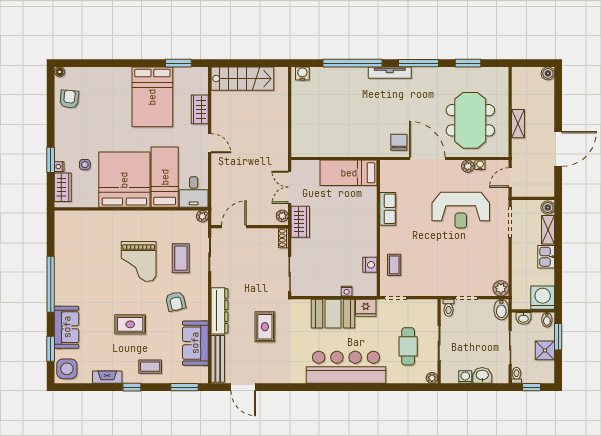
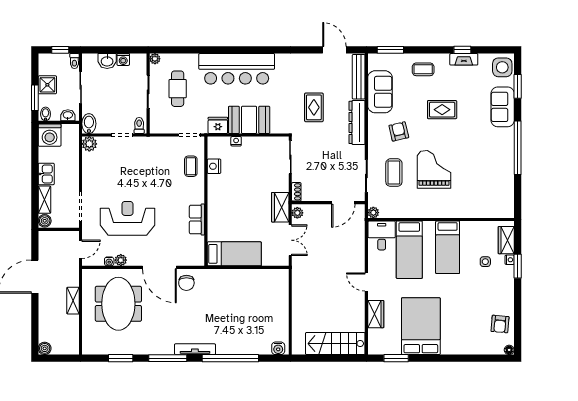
bed: (124, 180) -> (448, 247), width x0.49
window: (132, 387) -> (462, 50), moved

